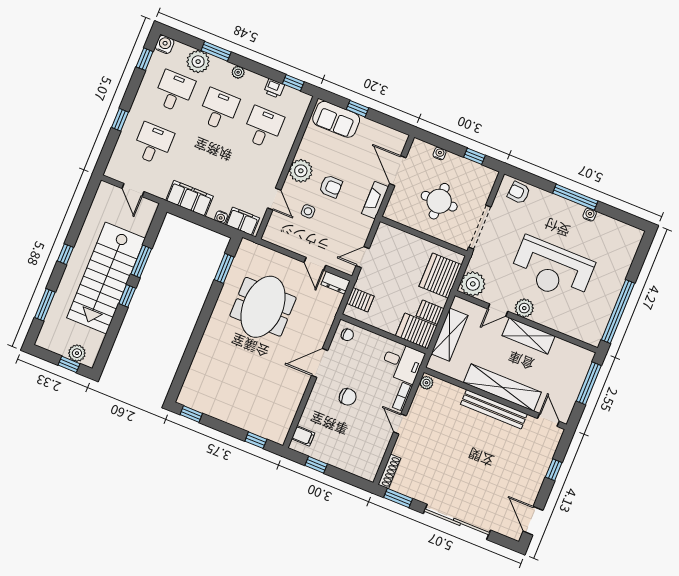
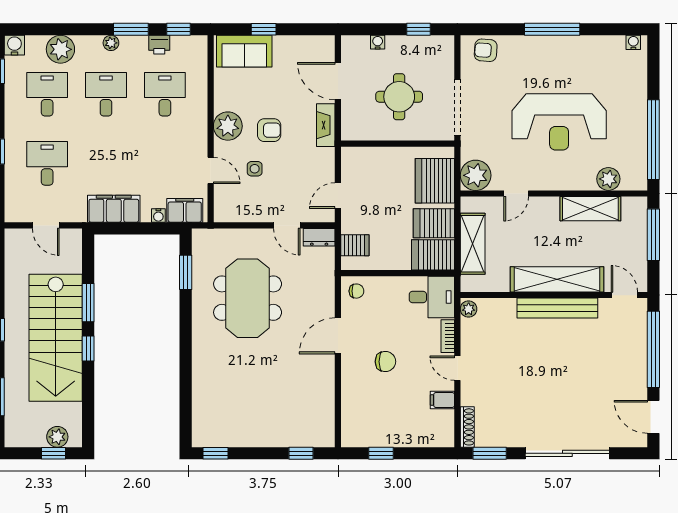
window: (216, 51) -> (131, 29), moved
water cooler: (590, 215) -> (633, 42), moved
plant: (524, 308) -> (608, 179), moved
server rack: (430, 312) -> (434, 223), width x1.36, depth x1.44
shelving: (528, 336) -> (590, 209), moved
filing cabinet: (303, 436) -> (442, 400), moved, turned 180
window: (554, 470) -> (653, 349), width x3.17

